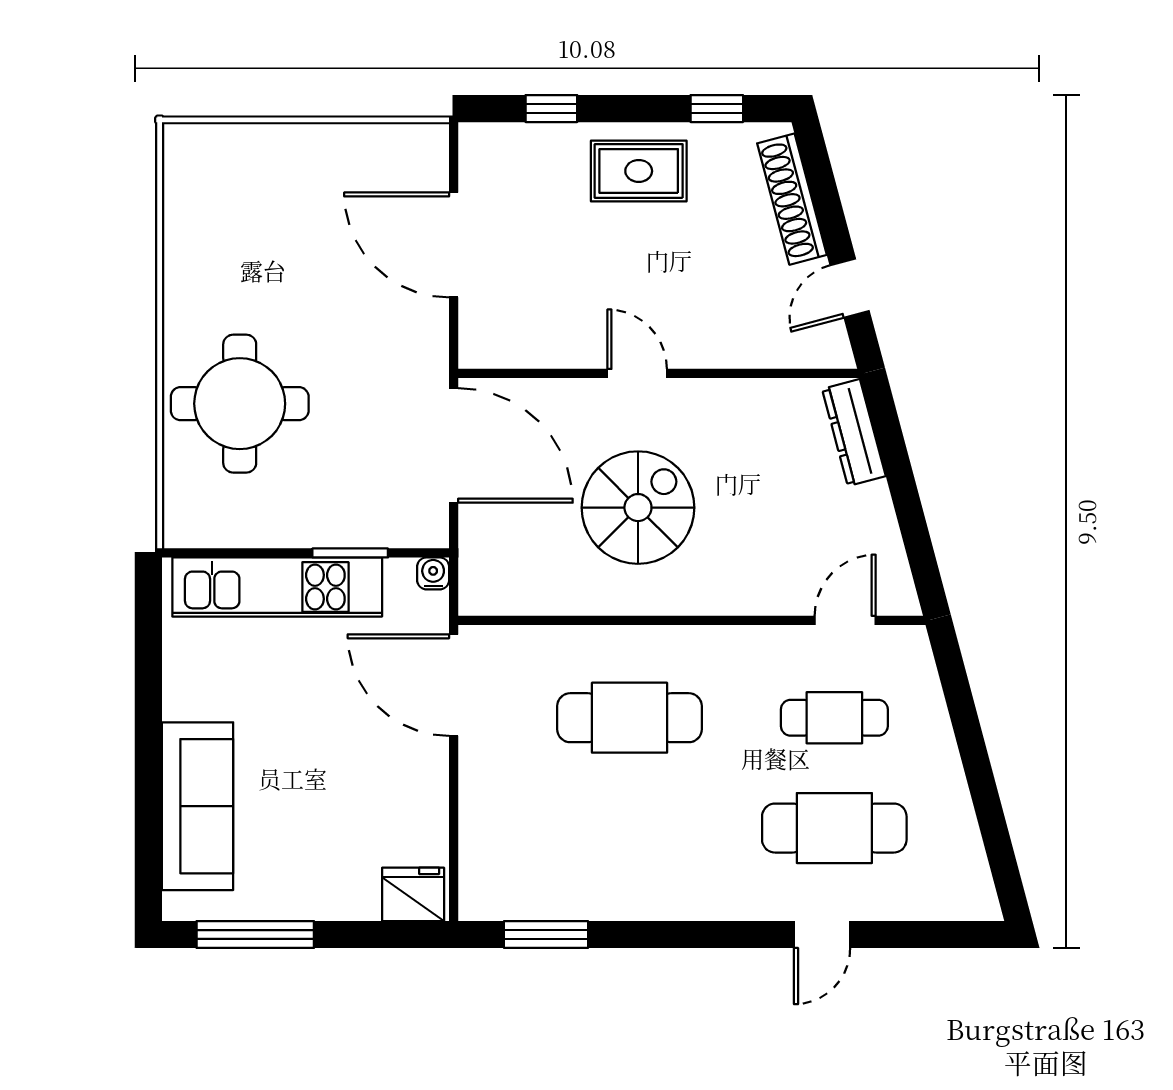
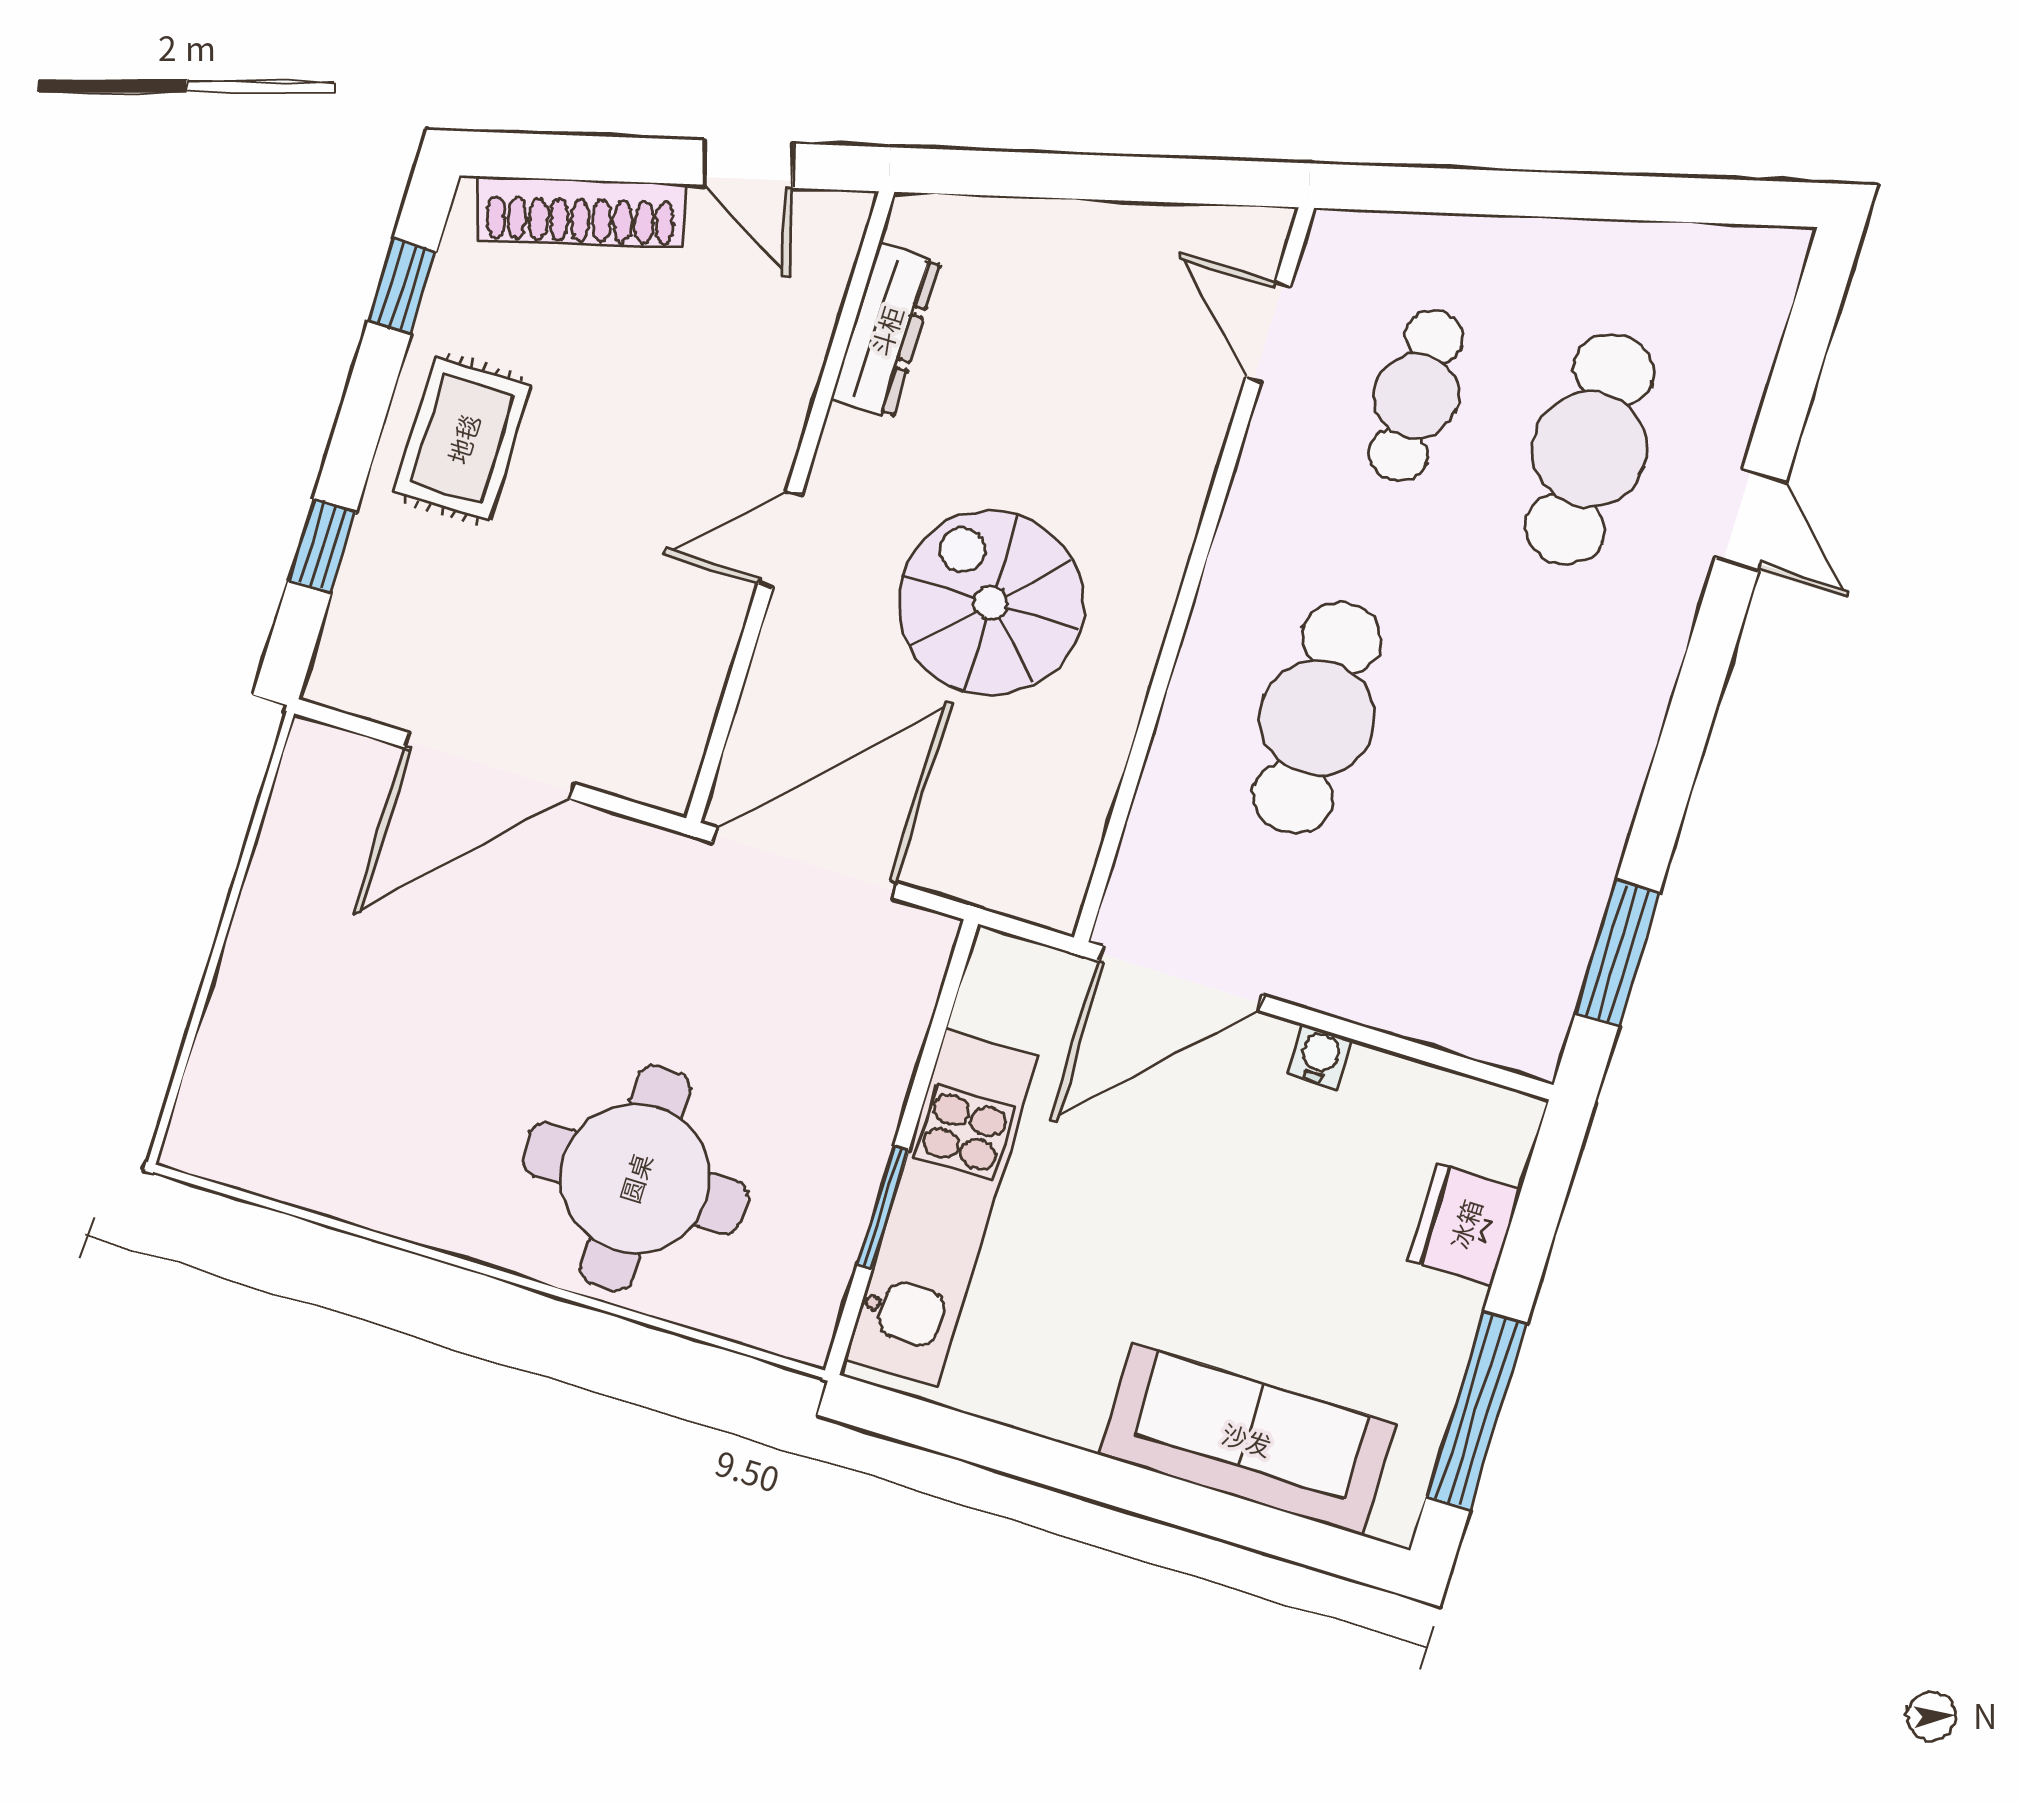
dresser: (854, 433) -> (886, 331), moved, turned -75
window: (350, 553) -> (883, 1207), moved
water cooler: (433, 573) -> (1320, 1056), moved, turned 90
fridge: (413, 894) -> (1465, 1224), moved

